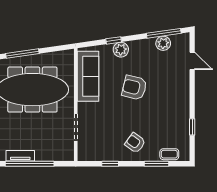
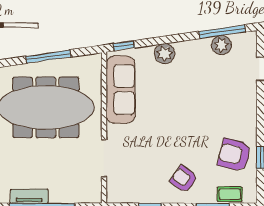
window: (114, 40) -> (124, 46), moved
window: (22, 53) -> (48, 57), moved
armchair: (134, 88) -> (234, 155), moved

